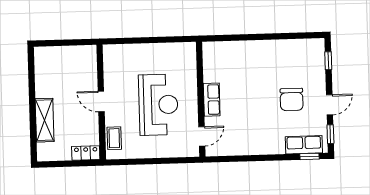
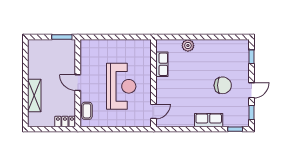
window: (79, 42) -> (62, 37), added
plant: (244, 48) -> (188, 46), added
chair: (292, 99) -> (223, 85), turned -90
row of seats: (212, 100) -> (162, 64), moved
row of seats: (304, 145) -> (209, 120), moved

